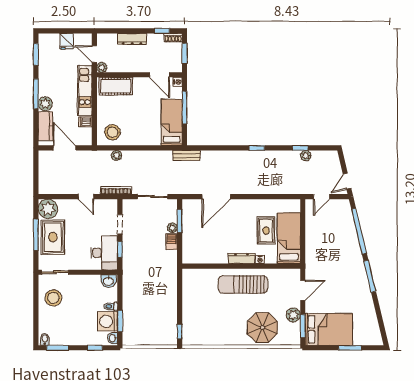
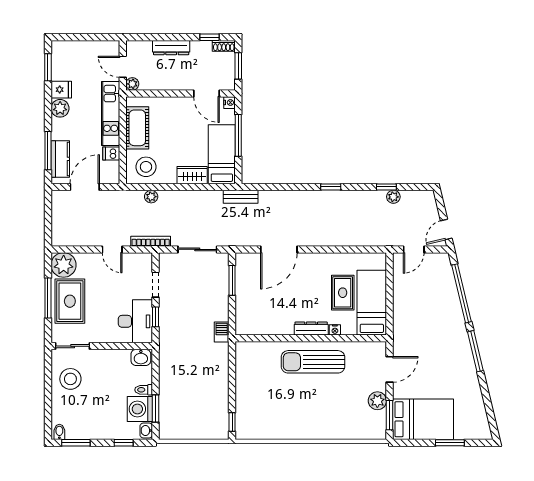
fridge: (67, 41) -> (61, 90), moved, turned -90
cot: (116, 86) -> (137, 128), moved, turned 90
window: (36, 94) -> (48, 151), moved
plant: (45, 104) -> (60, 108), moved
wardrobe: (149, 139) -> (192, 175), added
door: (65, 148) -> (85, 187), hinge flipped
plant: (172, 228) -> (223, 289), removed
barbecue: (172, 242) -> (222, 332), moved
parasol: (262, 328) -> (338, 417), removed

